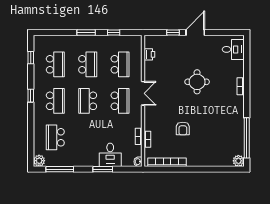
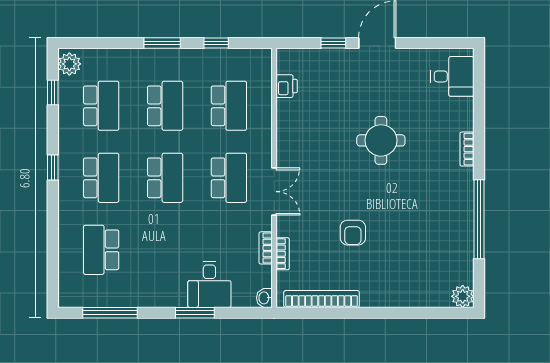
double door: (143, 93) -> (274, 192), moved
school desk: (88, 101) -> (165, 178), turned 180
window: (247, 138) -> (479, 219), moved
plant: (39, 161) -> (69, 64), moved

